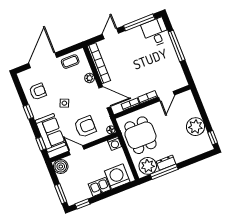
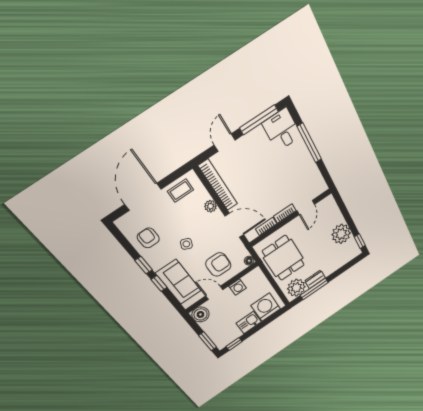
armchair: (38, 92) -> (148, 238), turned -90
washing machine: (115, 143) -> (238, 287), moved
window: (41, 144) -> (159, 283), moved

